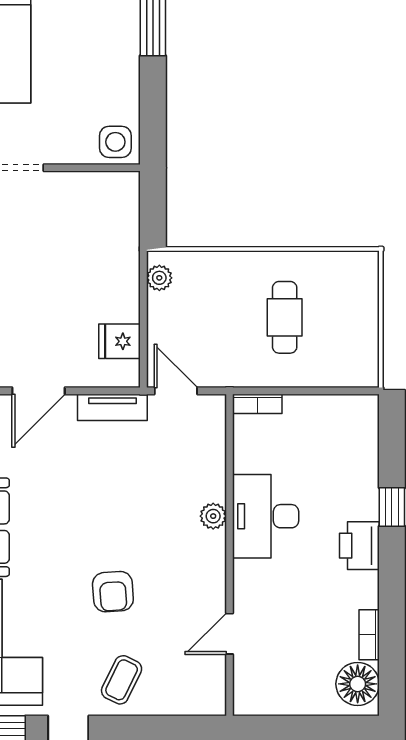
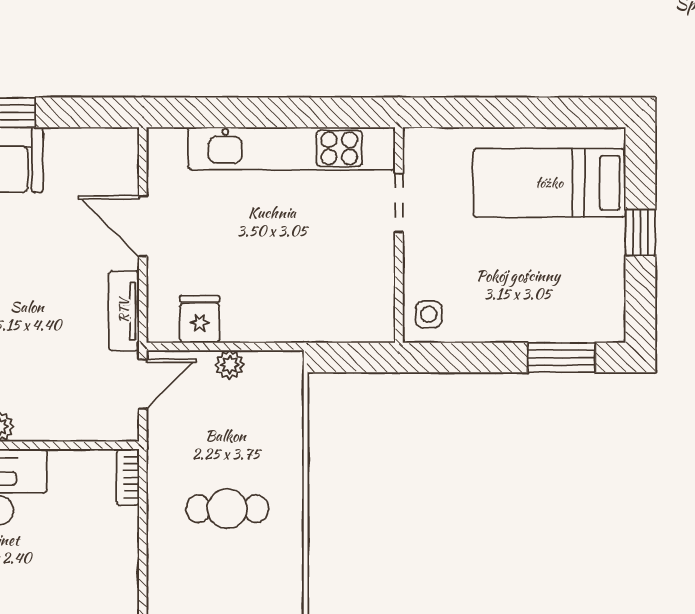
side table: (115, 142) -> (429, 314), width x0.73, depth x0.73
plant: (159, 278) -> (230, 365), moved

